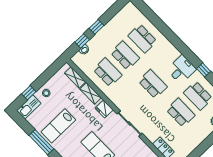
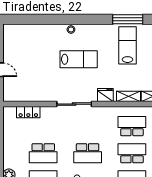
school desk: (125, 55) -> (132, 153), turned 180
school desk: (108, 72) -> (132, 126), turned 180

